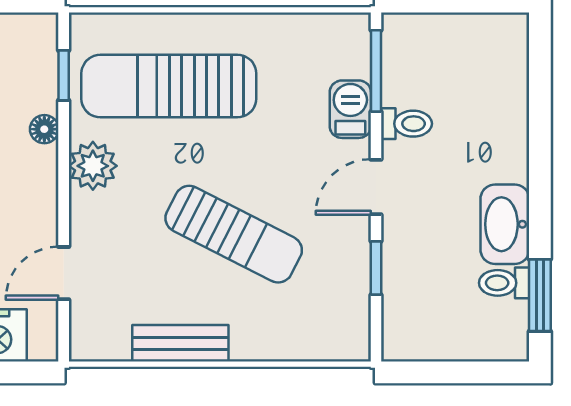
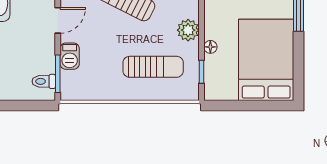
sun lounger: (169, 86) -> (153, 67), width x0.73, depth x0.75
toilet: (406, 124) -> (44, 81), moved

